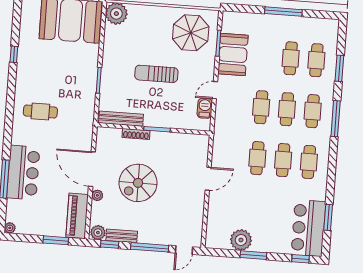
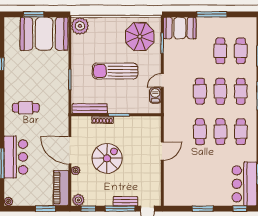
booth: (233, 54) -> (180, 28), moved, turned 90
sun lounger: (156, 74) -> (115, 71), width x1.36, depth x1.34
spiral stairs: (138, 183) -> (107, 158), turned 180
bench: (122, 236) -> (125, 201), moved
plant: (241, 240) -> (192, 197), removed

